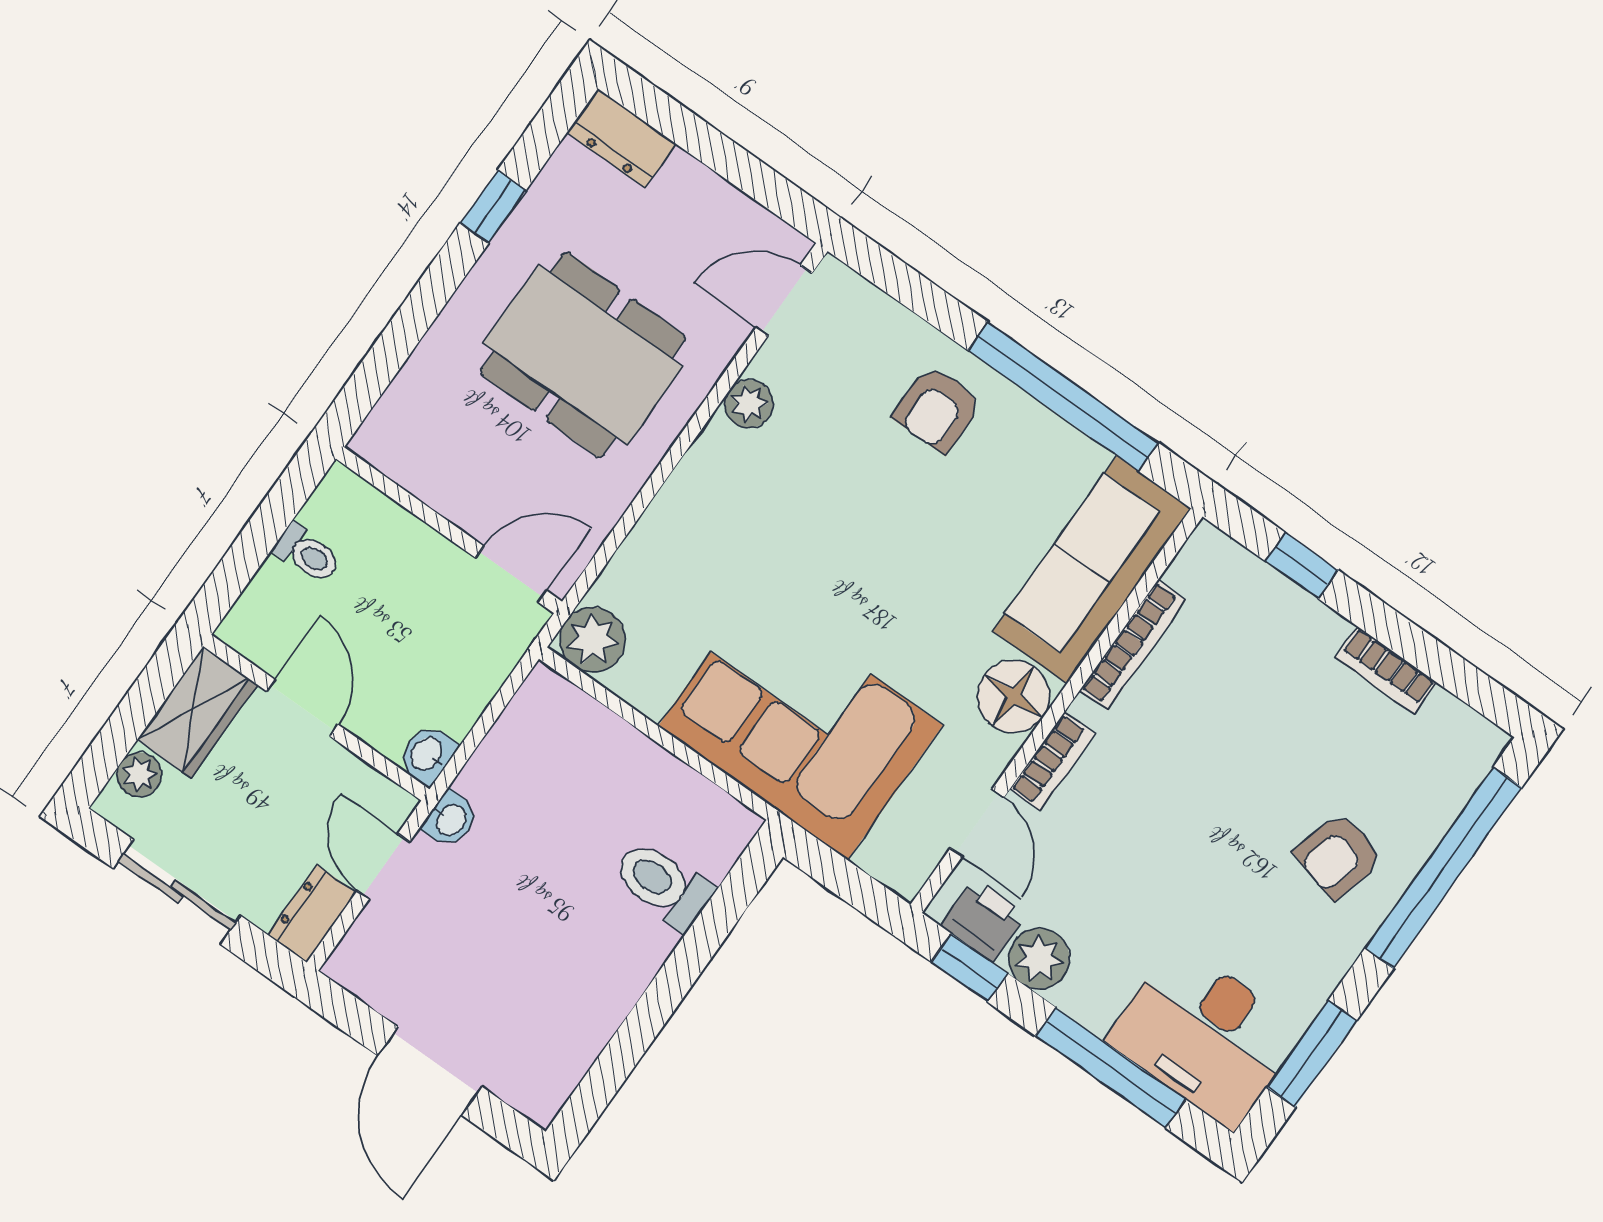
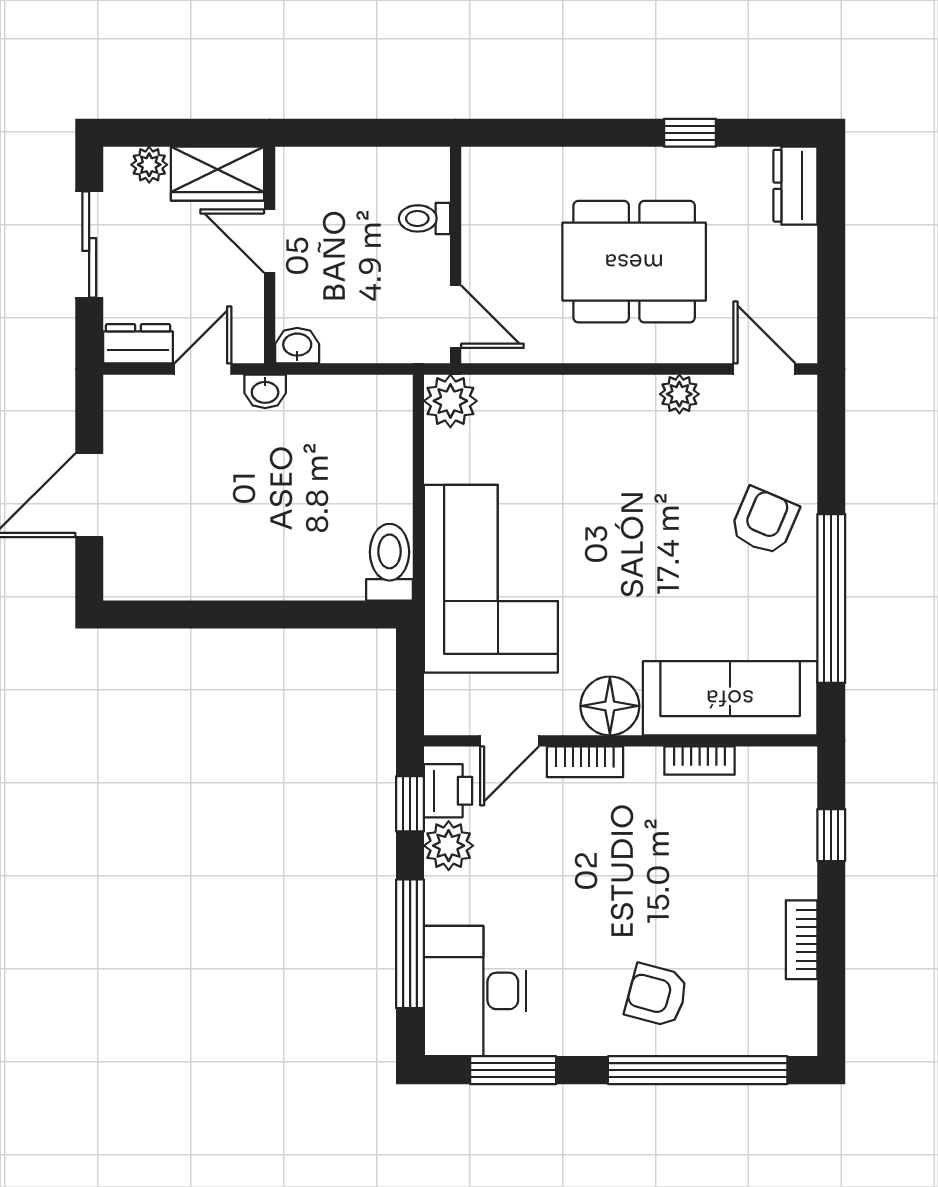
dining table: (583, 355) -> (634, 262), turned 90
armchair: (938, 409) -> (764, 521), turned 113
toilet: (307, 554) -> (424, 218), moved, turned 90
bookcase: (1133, 645) -> (700, 761), width x0.64
door: (302, 708) -> (270, 241), swing flipped
toilet: (663, 884) -> (390, 562), moved

